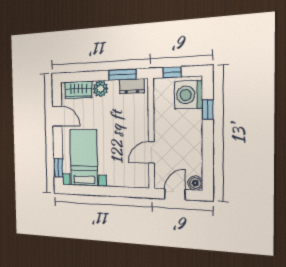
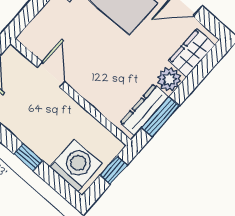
dresser: (132, 86) -> (144, 110), width x1.44
window: (208, 110) -> (28, 157), moved

